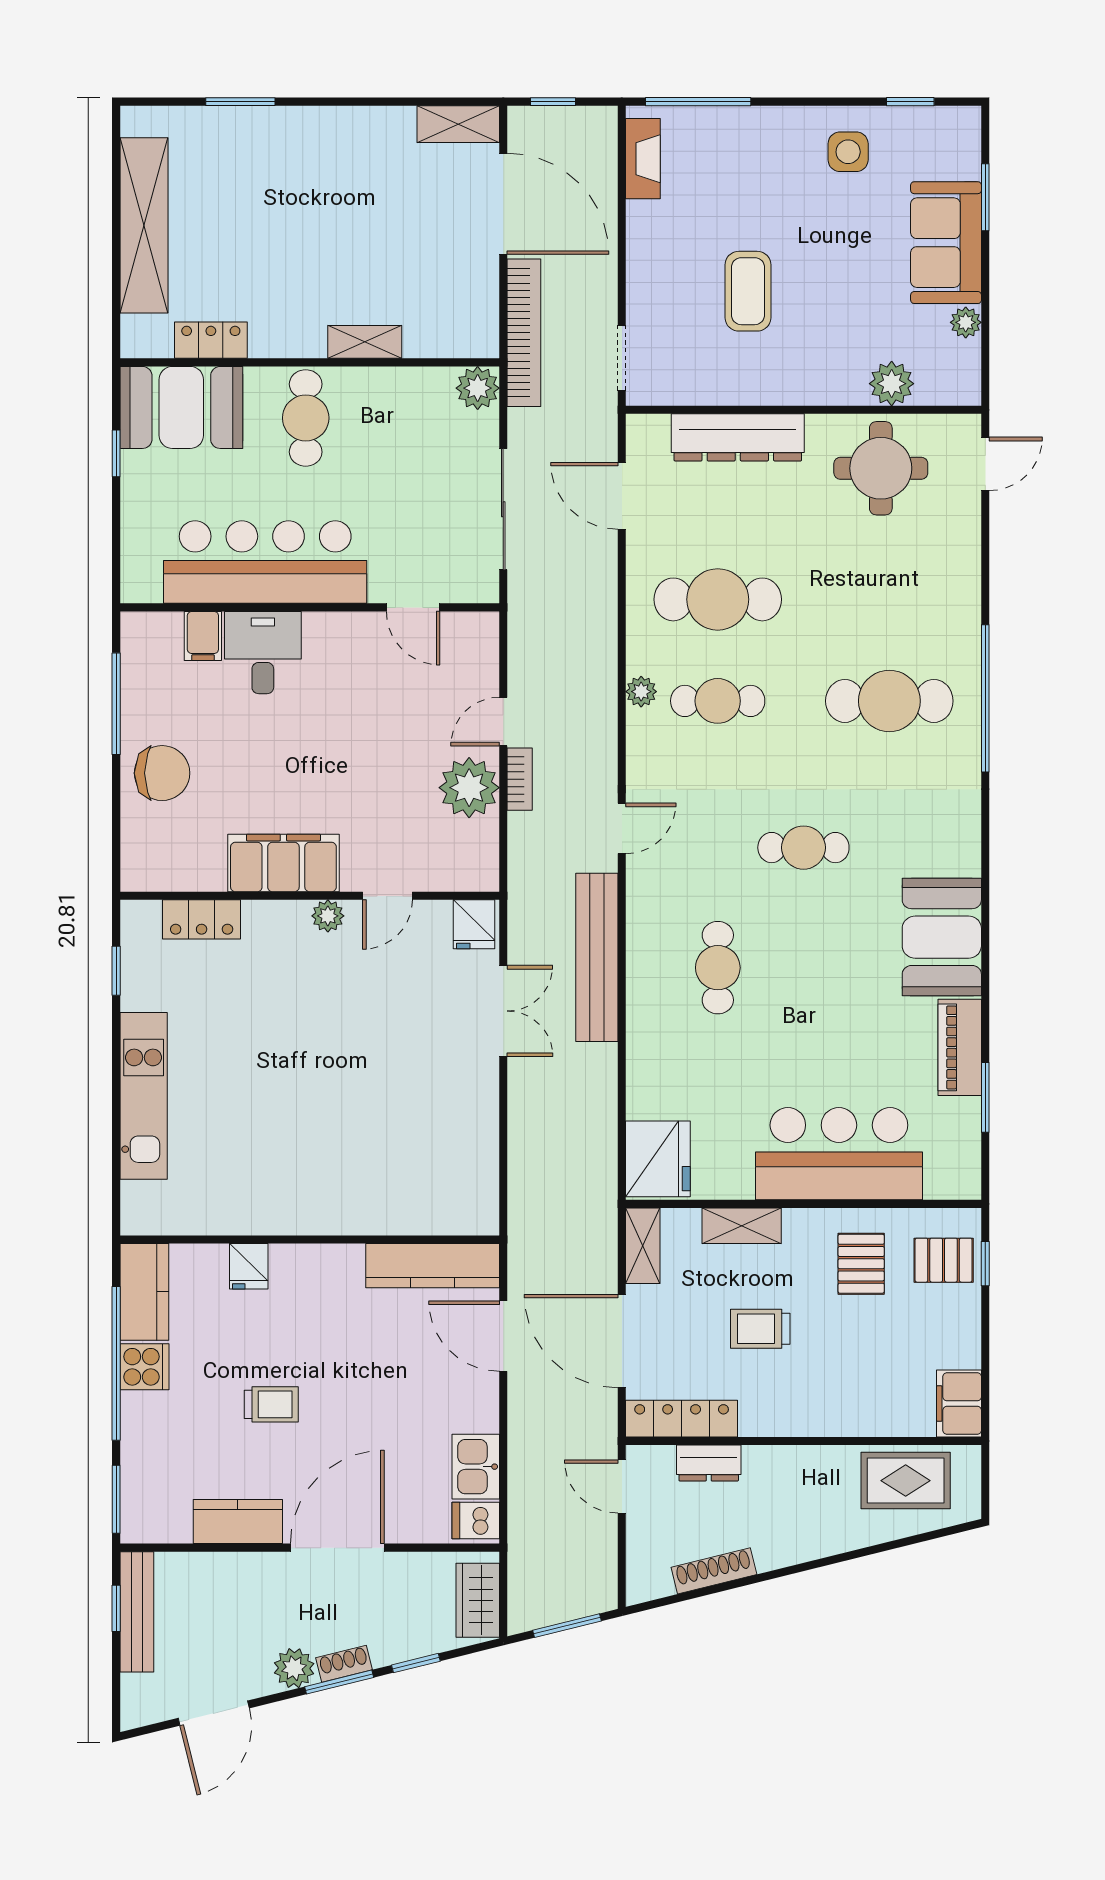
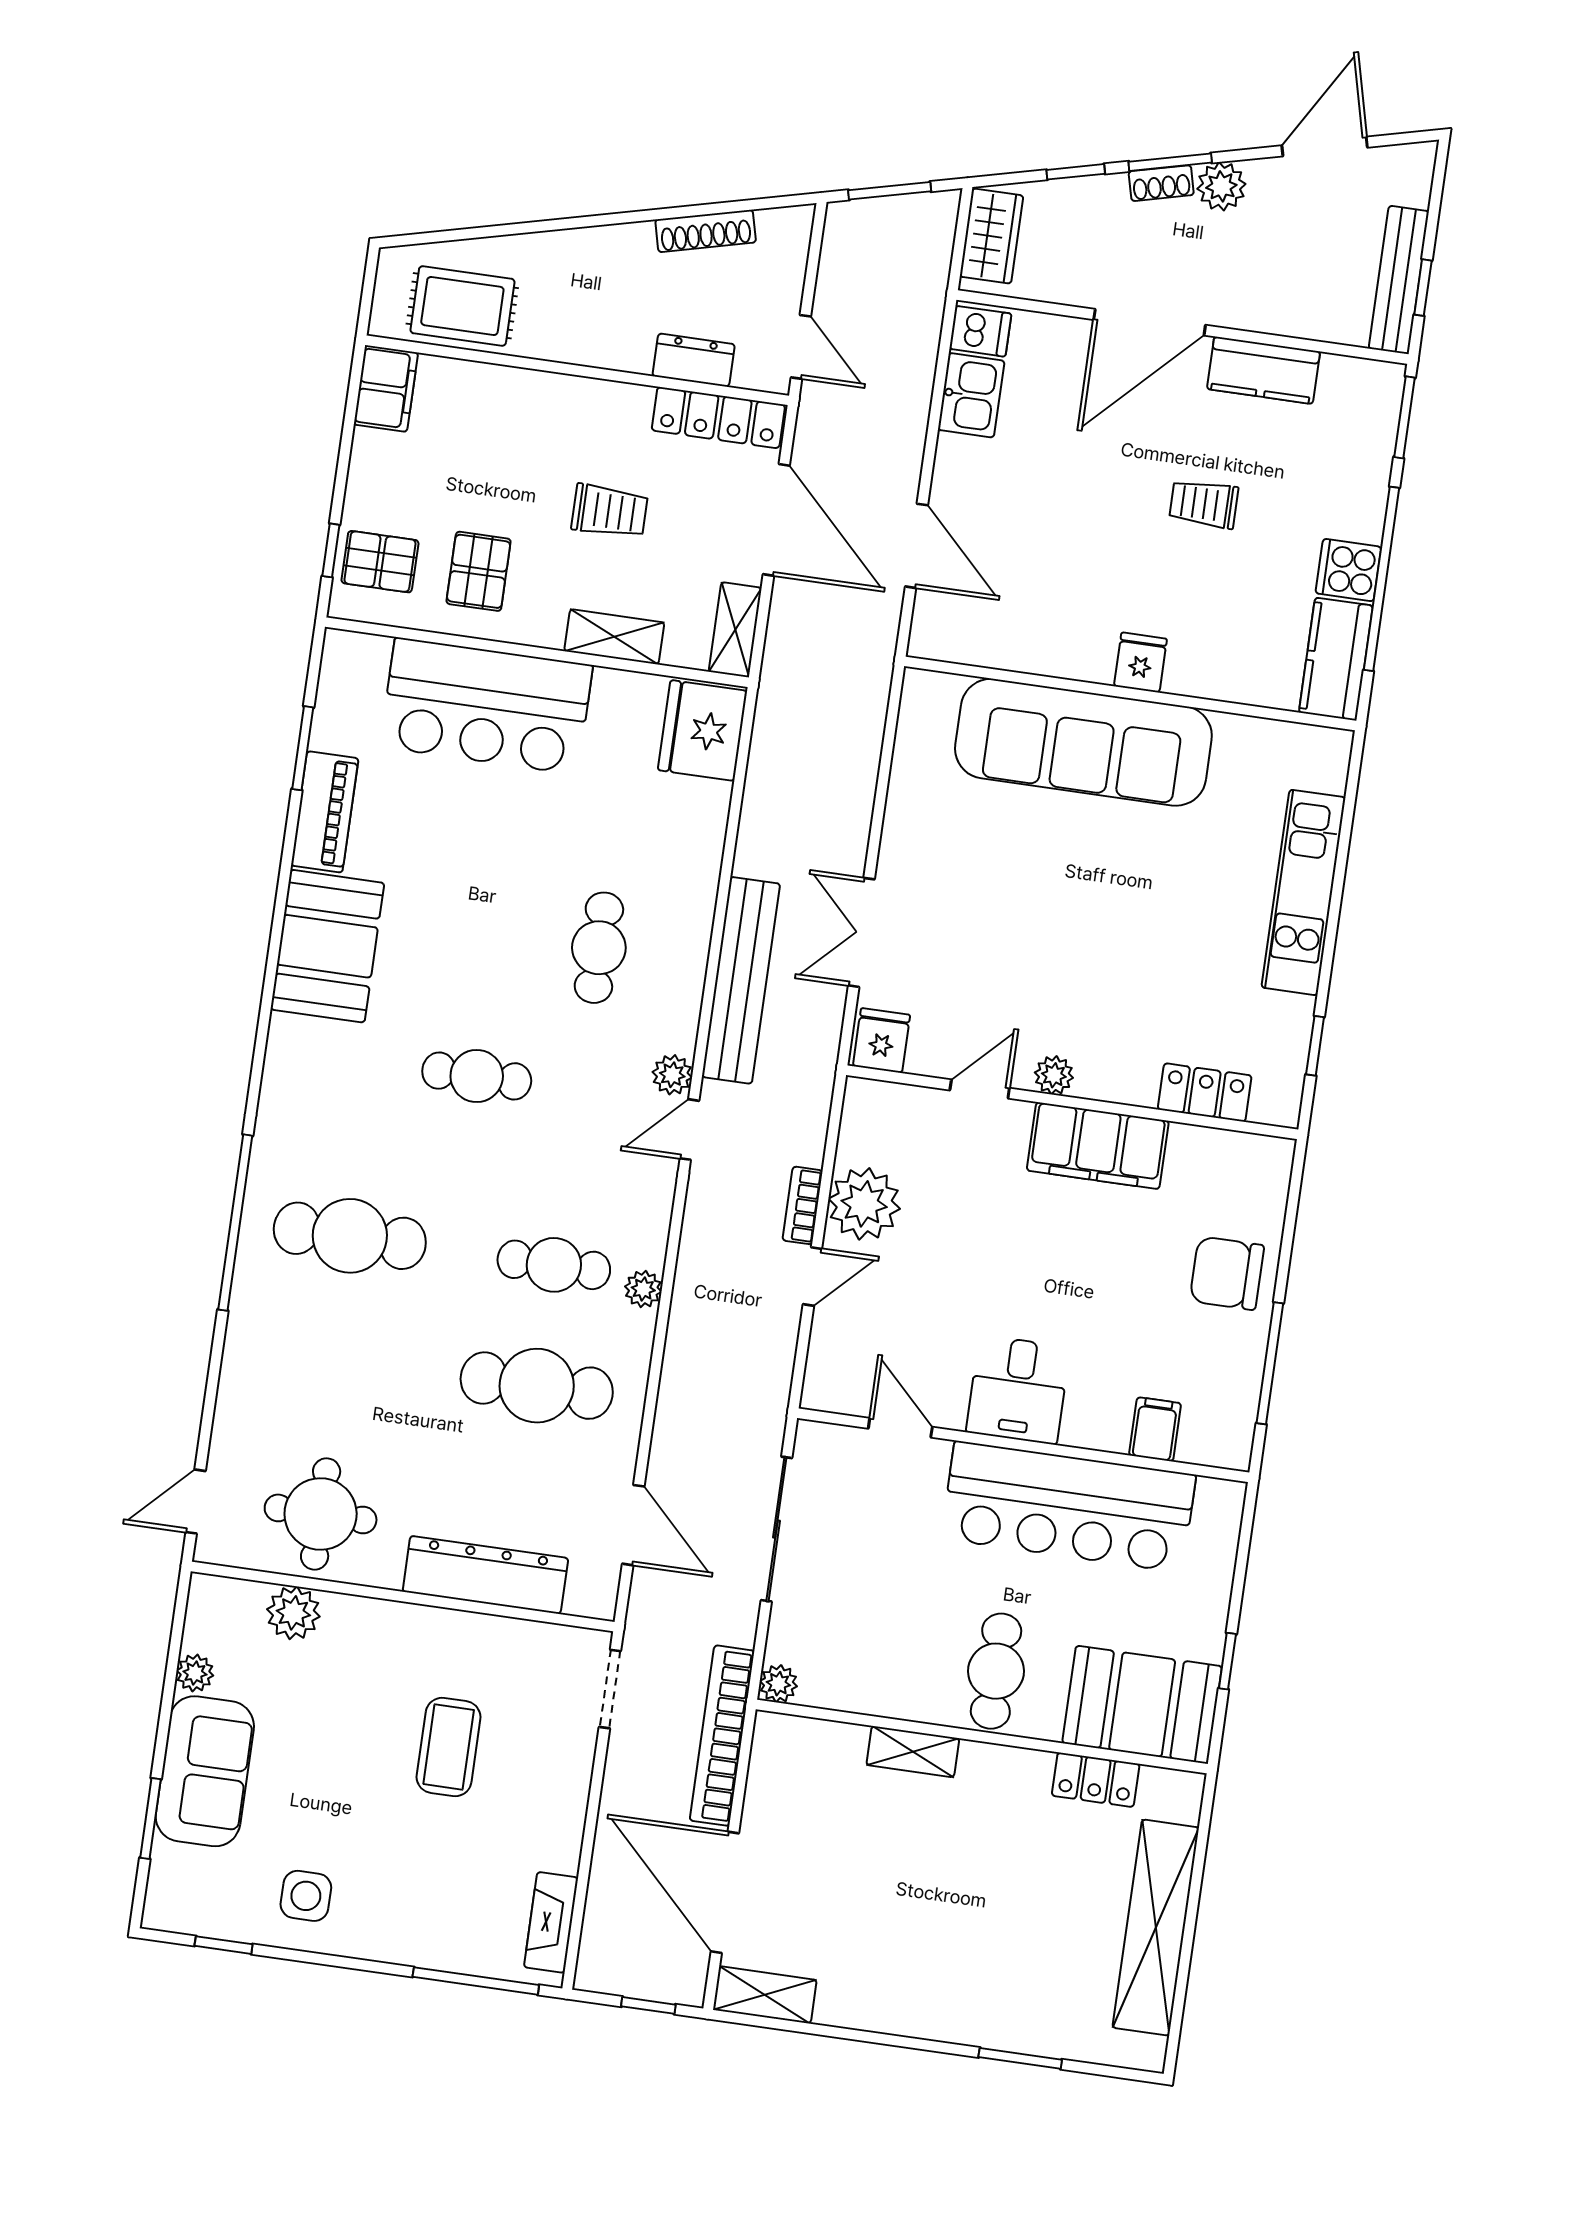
plant: (478, 388) -> (778, 1684), width x0.73, depth x0.73
desk: (263, 653) -> (1018, 1390), moved
plant: (642, 872) -> (672, 1075), added
sofa: (343, 1194) -> (1083, 742), added
fridge: (249, 1266) -> (1140, 662), moved
kitchen counter: (433, 1266) -> (989, 642), removed

